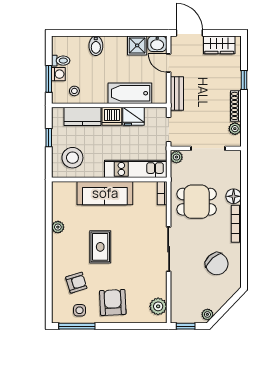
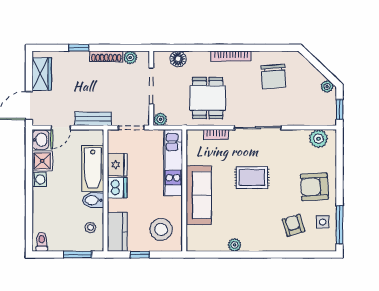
bidet: (96, 46) -> (93, 200), moved, turned 180
toilet: (61, 61) -> (42, 242), moved
washing machine: (58, 74) -> (39, 179), moved, turned 90
kitchen counter: (83, 116) -> (117, 232), moved
bookcase: (162, 193) -> (216, 134), moved
floor lamp: (234, 196) -> (178, 59), moved
rug: (100, 247) -> (252, 178), moved
chair: (217, 264) -> (273, 77), turned 128

